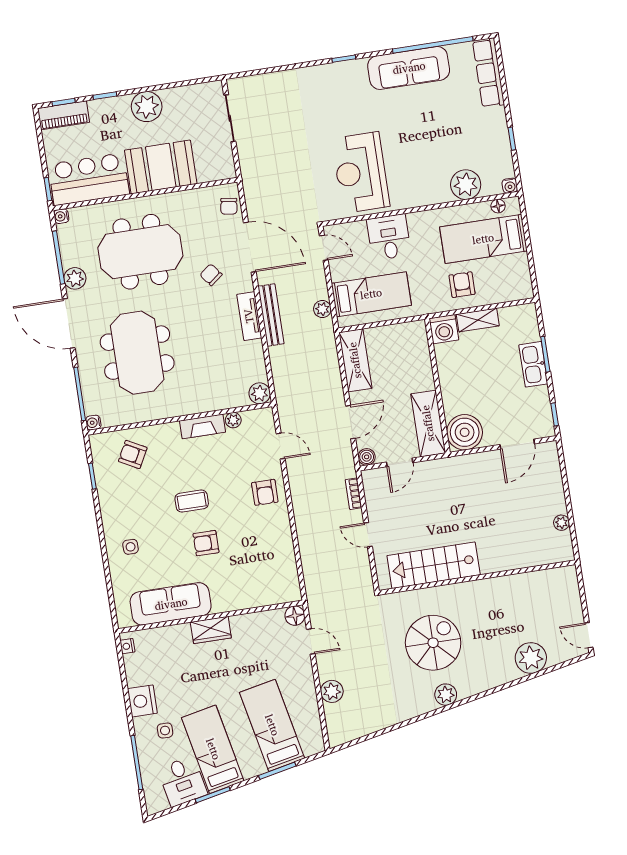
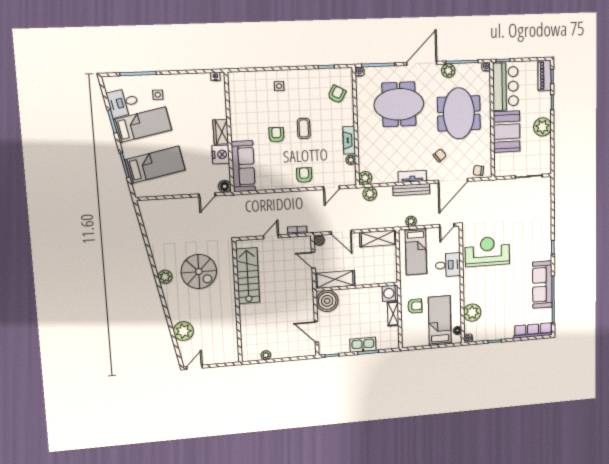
armchair: (265, 492) -> (304, 175), turned 90
sofa: (171, 604) -> (243, 166), moved
plant: (332, 691) -> (370, 194), moved
nightstand: (142, 701) -> (221, 154), moved, turned 90

